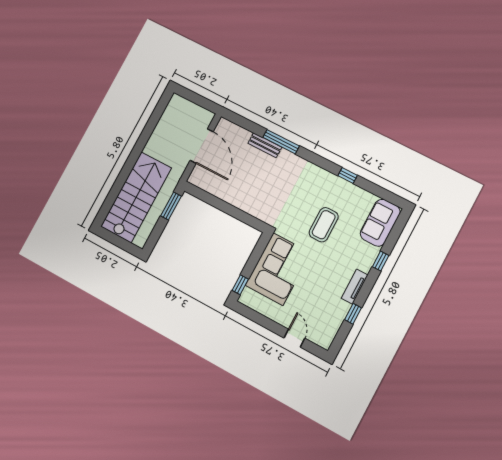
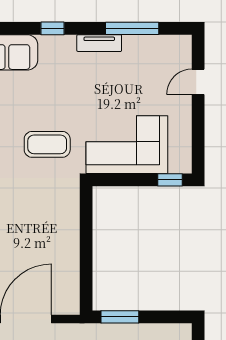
coffee table: (324, 225) -> (47, 144), moved
window: (353, 314) -> (132, 28), width x2.17

